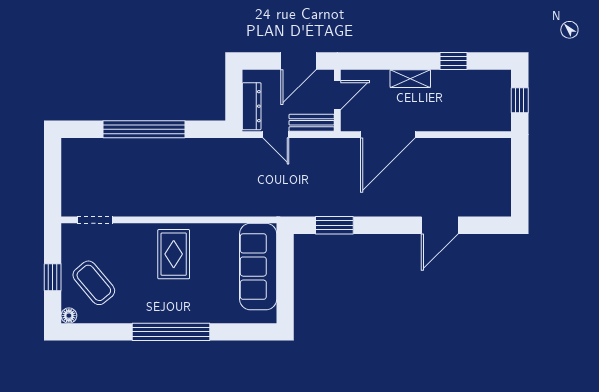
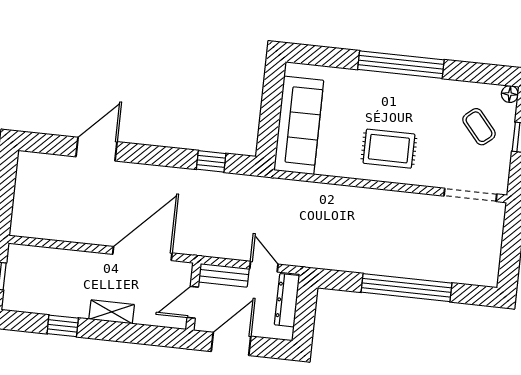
doorway: (95, 220) -> (470, 195), width x1.38
window: (334, 225) -> (211, 161), width x0.67
rug: (174, 254) -> (389, 149), turned 90
coffee table: (94, 283) -> (479, 127), width x0.73, depth x0.77

